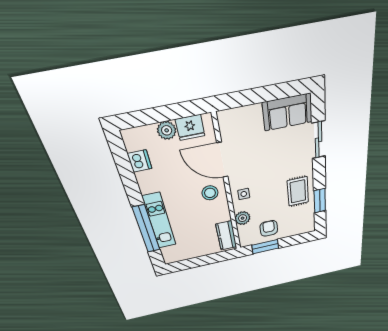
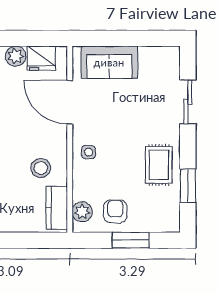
sofa: (288, 112) -> (109, 62), moved
stool: (210, 193) -> (41, 168), moved
plant: (243, 218) -> (82, 212), moved
window: (265, 247) -> (131, 240), moved

